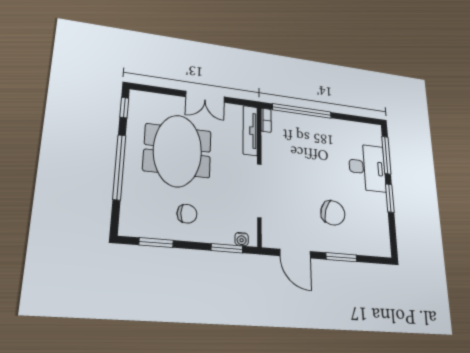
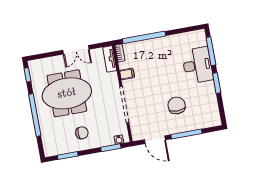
tv unit: (250, 130) -> (110, 59), width x0.71
filing cabinet: (271, 150) -> (127, 74), added
meeting table: (178, 151) -> (67, 93), turned 90
chair: (333, 213) -> (177, 105), turned -106
window: (341, 257) -> (186, 134), width x1.44

